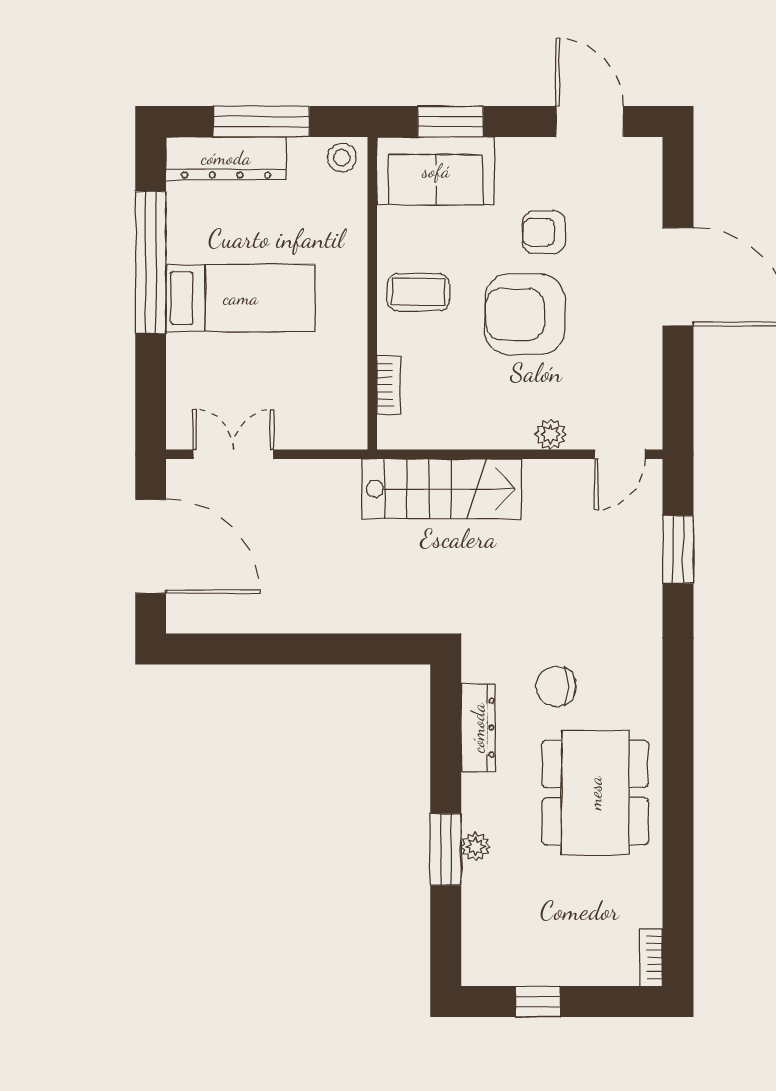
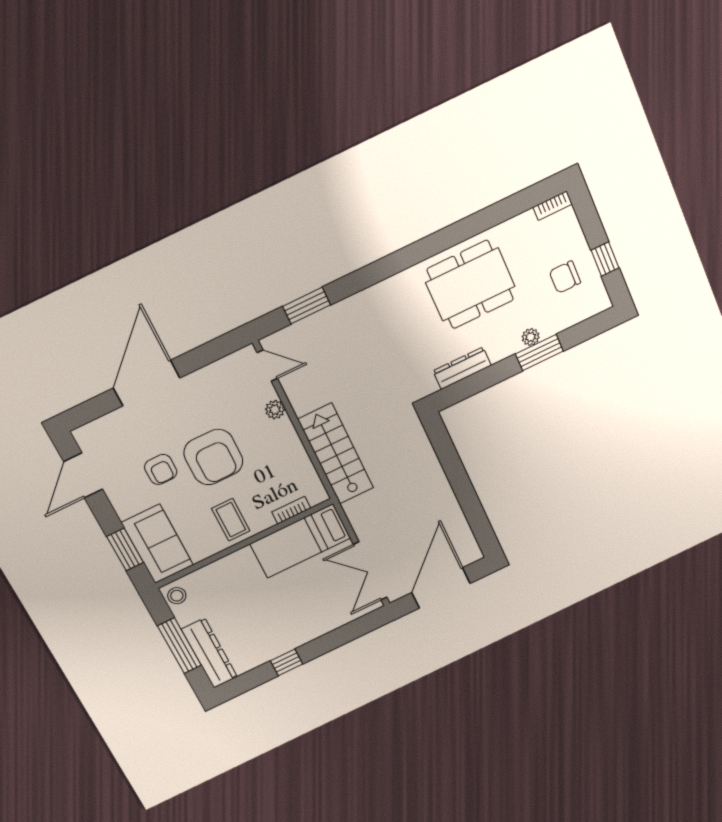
window: (151, 263) -> (287, 662), width x0.32
bed: (241, 298) -> (300, 541), moved, turned -90
double door: (233, 454) -> (370, 571), width x1.37
chair: (556, 686) -> (565, 277), moved, turned 90

